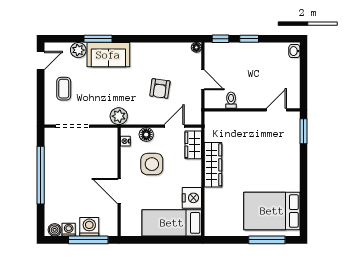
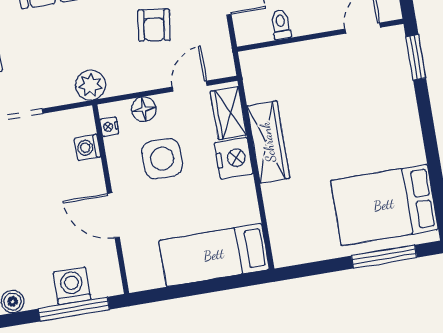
nightstand: (192, 198) -> (234, 158), moved
washing machine: (69, 230) -> (87, 147), moved, turned -90

